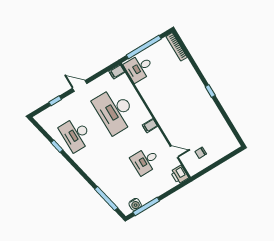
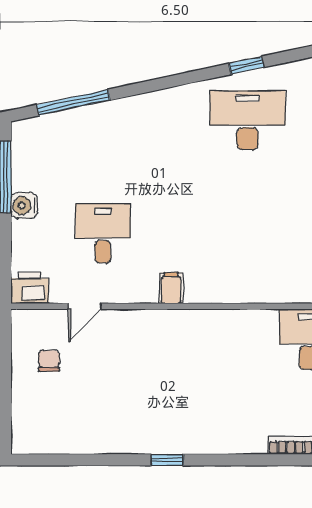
desk: (115, 111) -> (248, 233), removed
water cooler: (135, 204) -> (24, 206), moved

